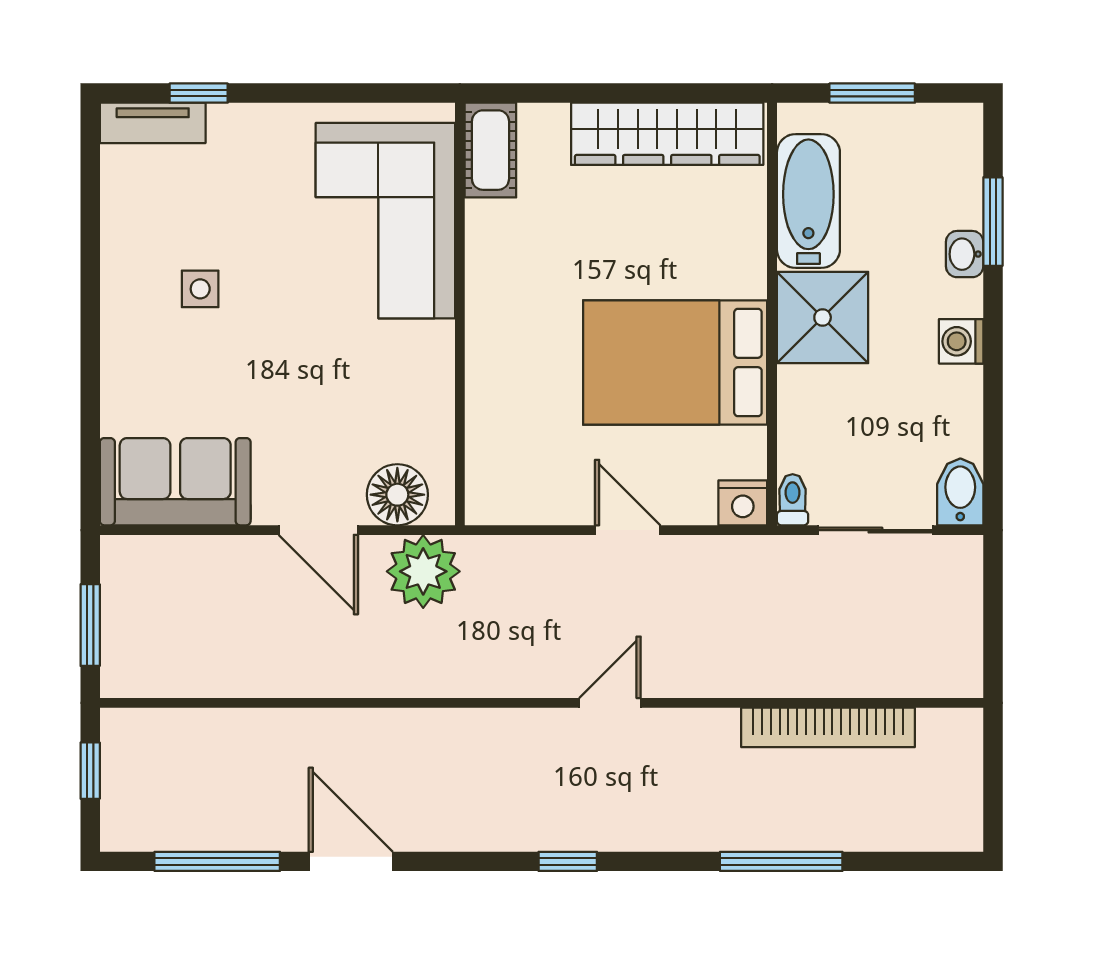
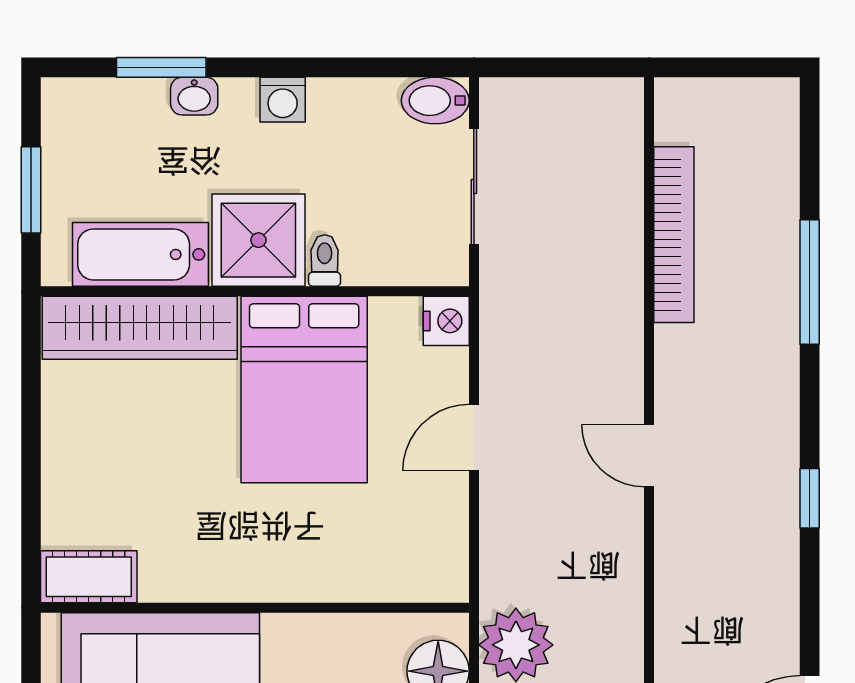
wardrobe: (667, 134) -> (140, 328), moved, turned 90
toilet: (793, 500) -> (325, 261), moved, turned 90

